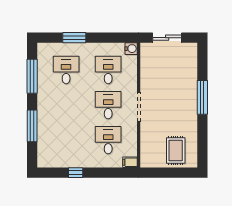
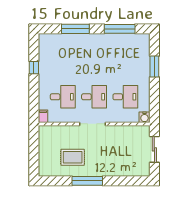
desk: (66, 70) -> (125, 59), removed
window: (202, 97) -> (87, 181), moved
rug: (176, 151) -> (73, 157), moved

